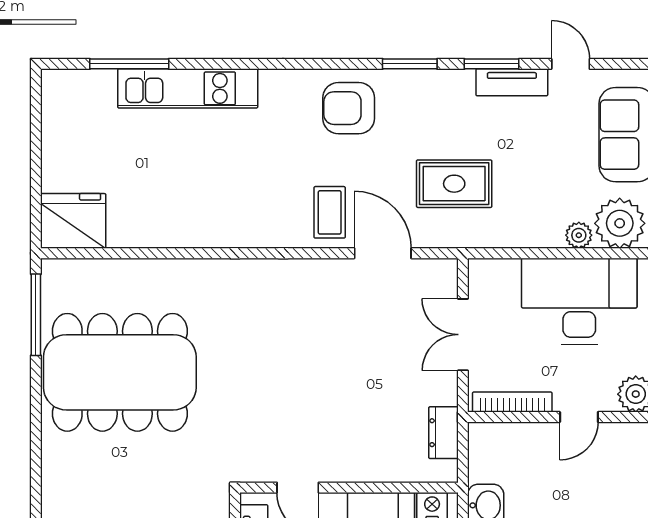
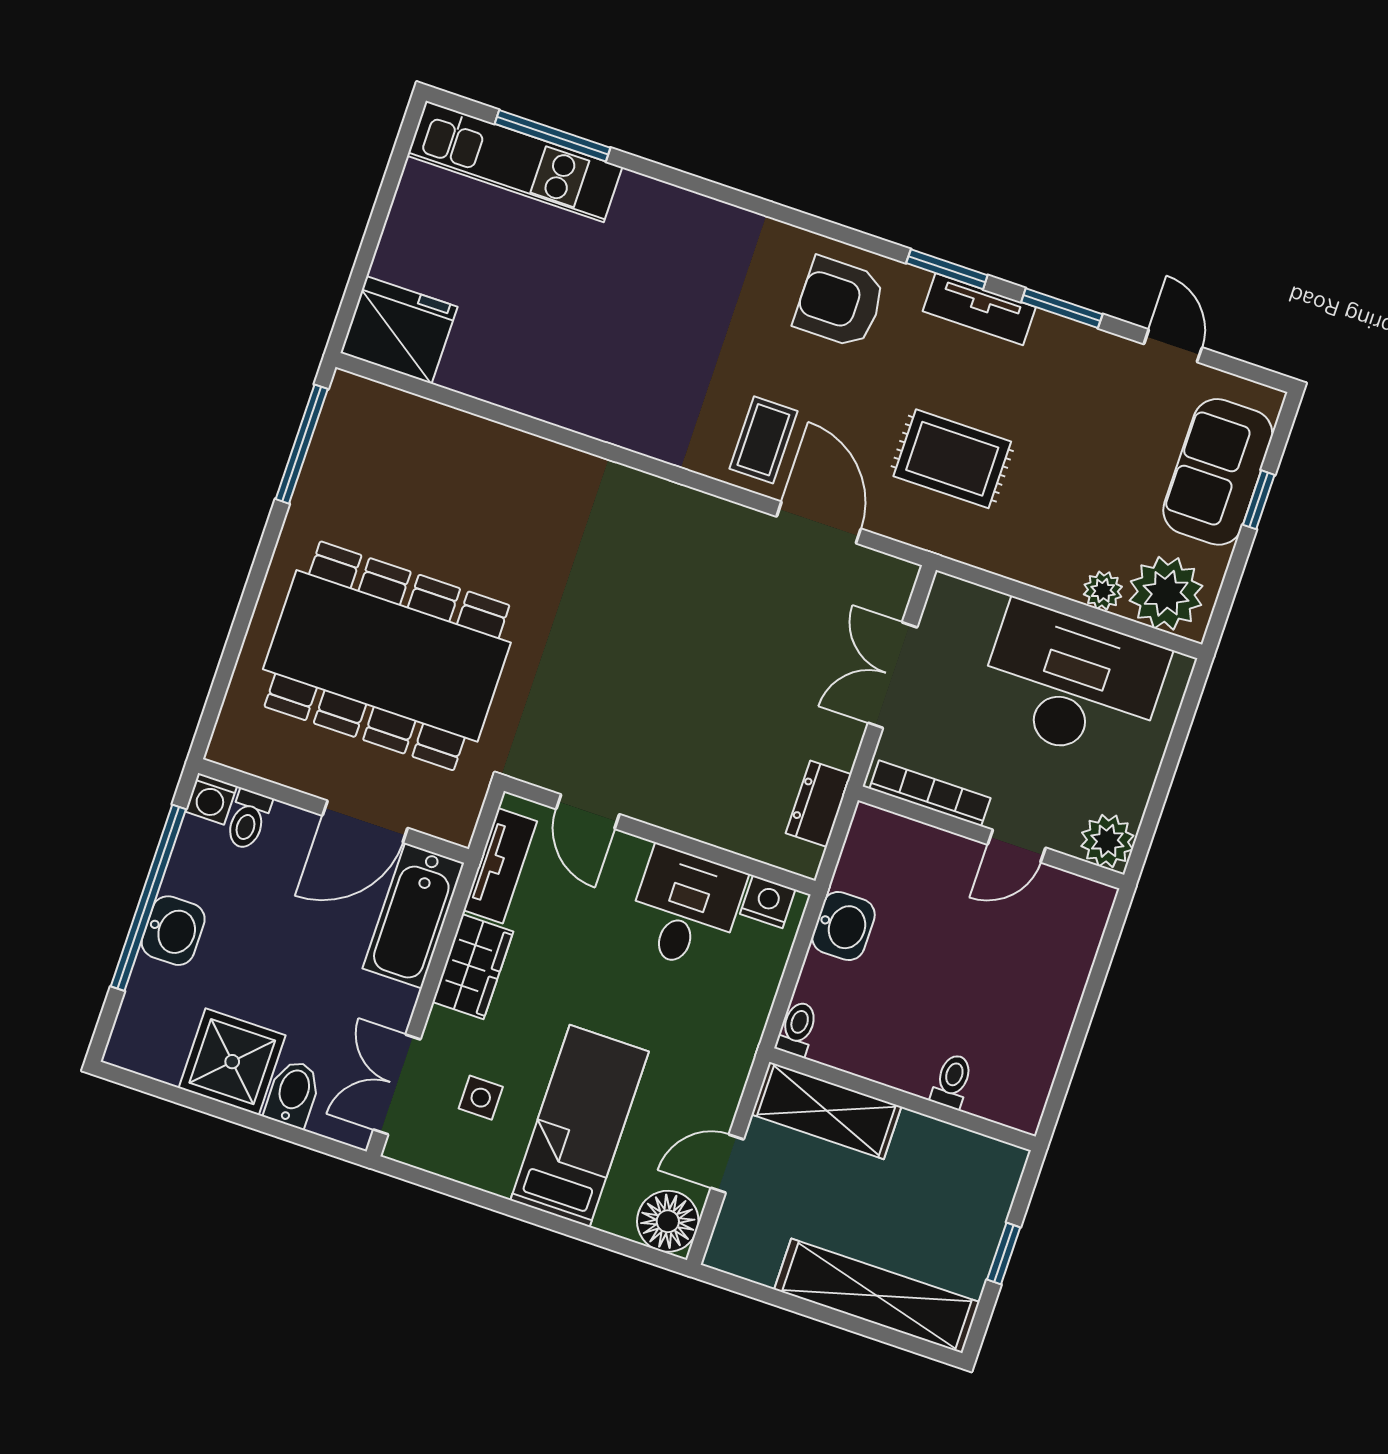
tv unit: (512, 82) -> (979, 309), moved
kitchen unit: (188, 88) -> (515, 161), moved
dining table: (120, 372) -> (387, 656), moved

